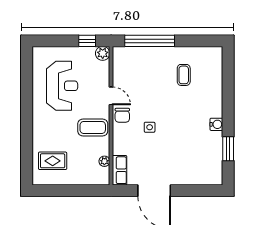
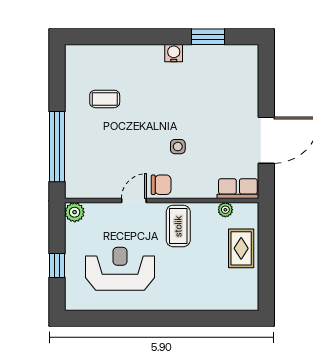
window: (87, 41) -> (57, 266), moved
rug: (53, 161) -> (241, 248), moved

